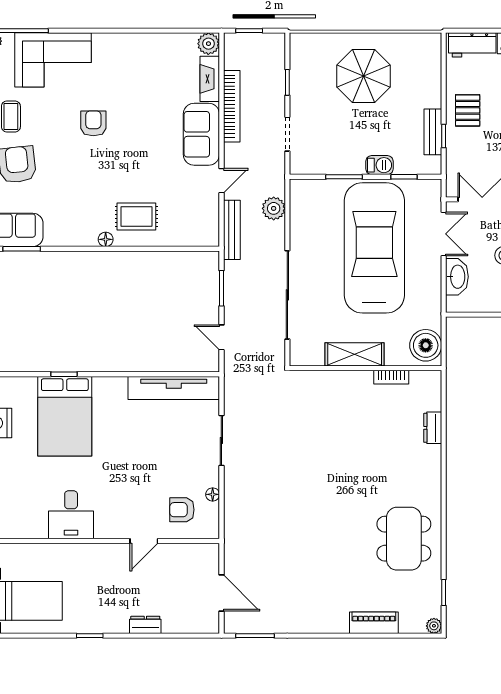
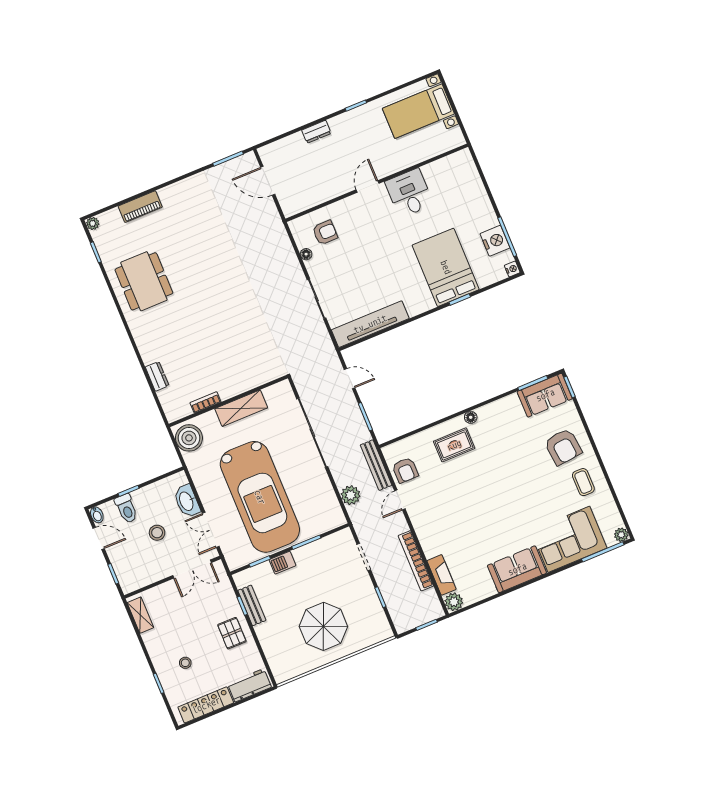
armchair: (93, 123) -> (405, 470), moved
sofa: (201, 134) -> (517, 569), moved, turned -90
door: (144, 541) -> (368, 187), moved

